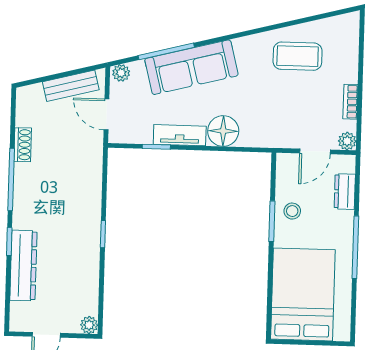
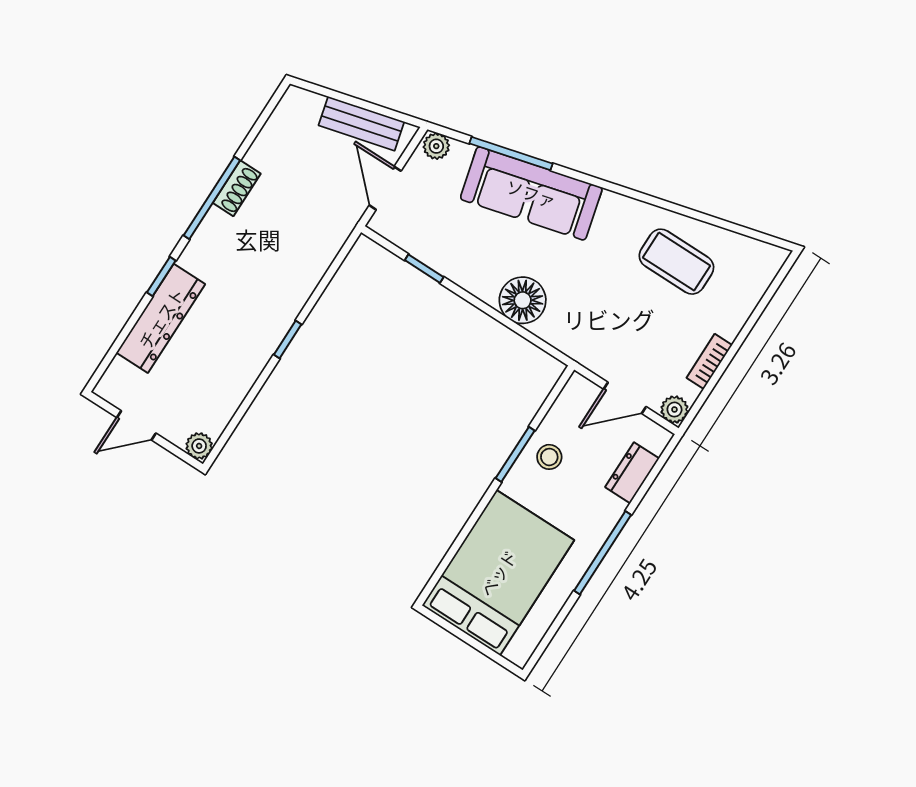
tv unit: (180, 135) -> (463, 272), removed
shoe rack: (23, 145) -> (237, 188), moved

